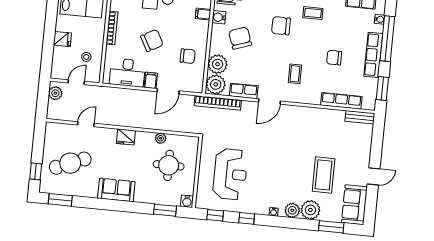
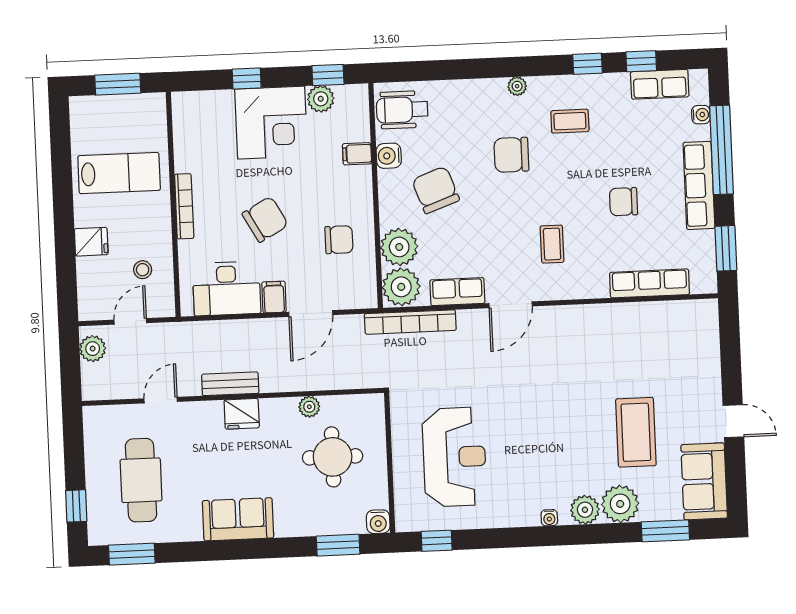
bench: (360, 117) -> (230, 384), moved
cafe table: (70, 163) -> (141, 480), turned -68
door: (374, 176) -> (733, 421), hinge flipped
window: (247, 218) -> (499, 538), removed

